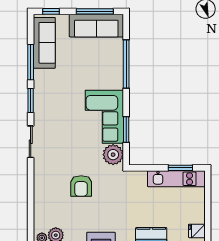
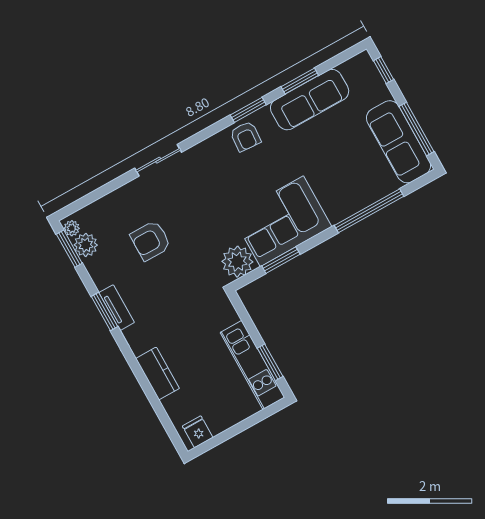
sofa: (44, 43) -> (310, 100), moved
window: (31, 62) -> (300, 81), width x0.69
armchair: (45, 110) -> (245, 136), added
sliding door: (31, 142) -> (158, 160), moved
armchair: (81, 186) -> (151, 241), moved

